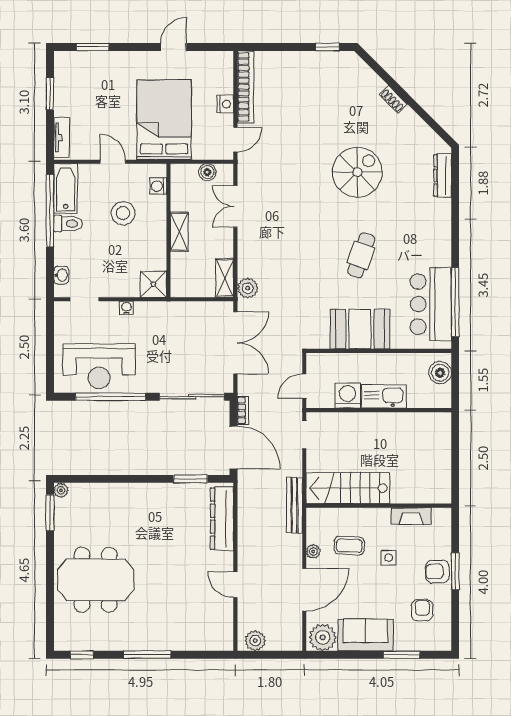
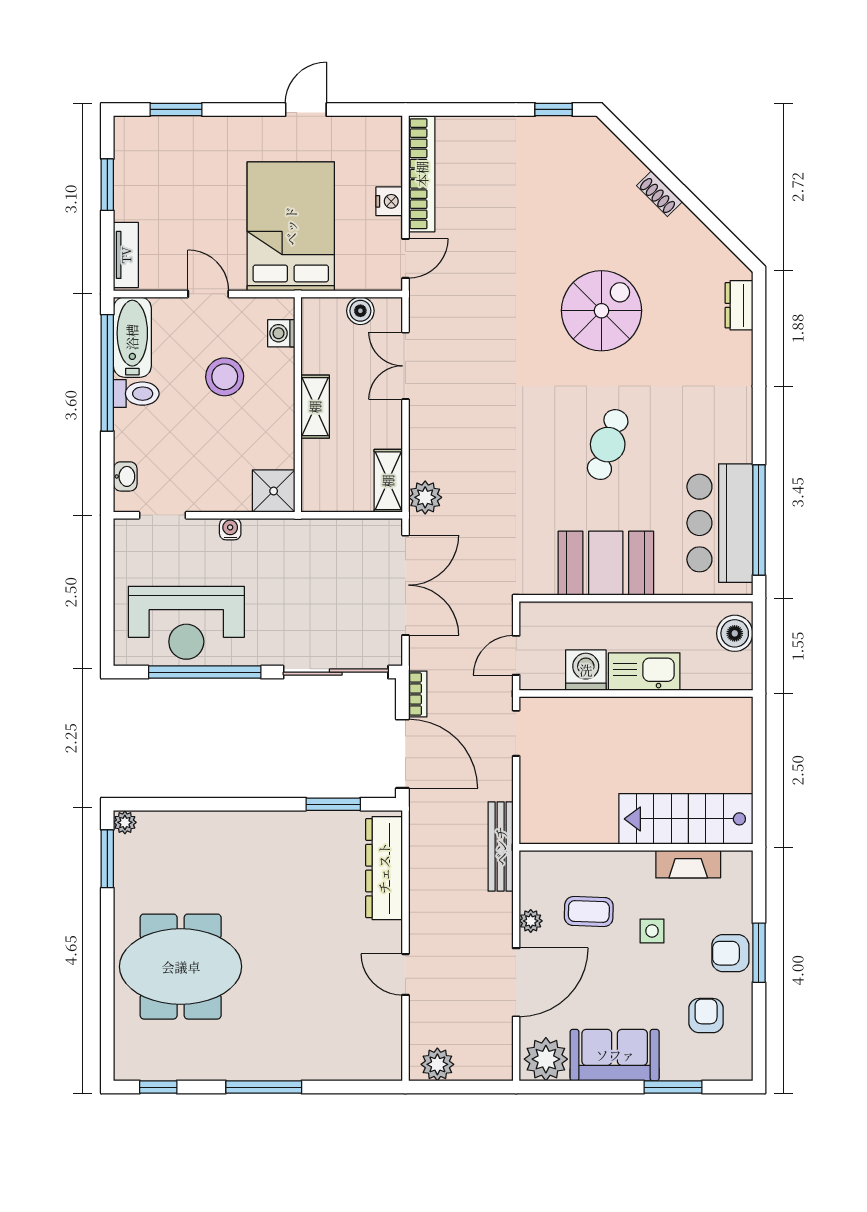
dresser: (443, 175) -> (739, 305), width x0.70
stairs: (348, 488) -> (686, 819), moved

